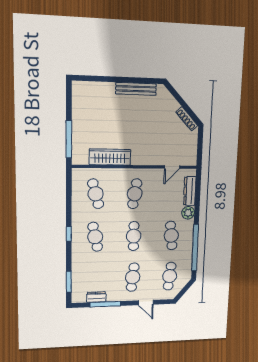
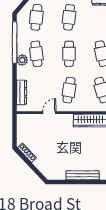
bench: (136, 89) -> (83, 175), moved
door: (172, 167) -> (49, 113), moved
plant: (188, 213) -> (22, 60), moved

